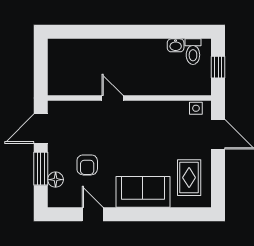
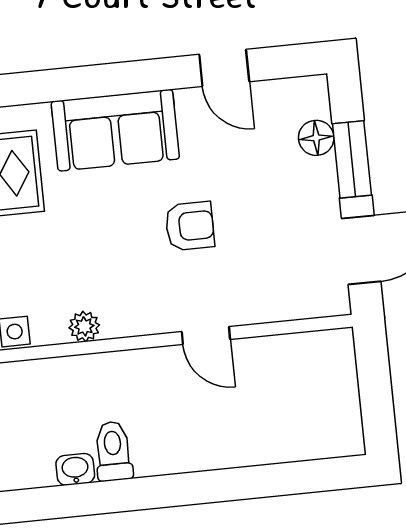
toilet: (193, 52) -> (113, 451), moved
plant: (165, 107) -> (84, 326), added
armchair: (87, 165) -> (190, 226), moved, turned 90

